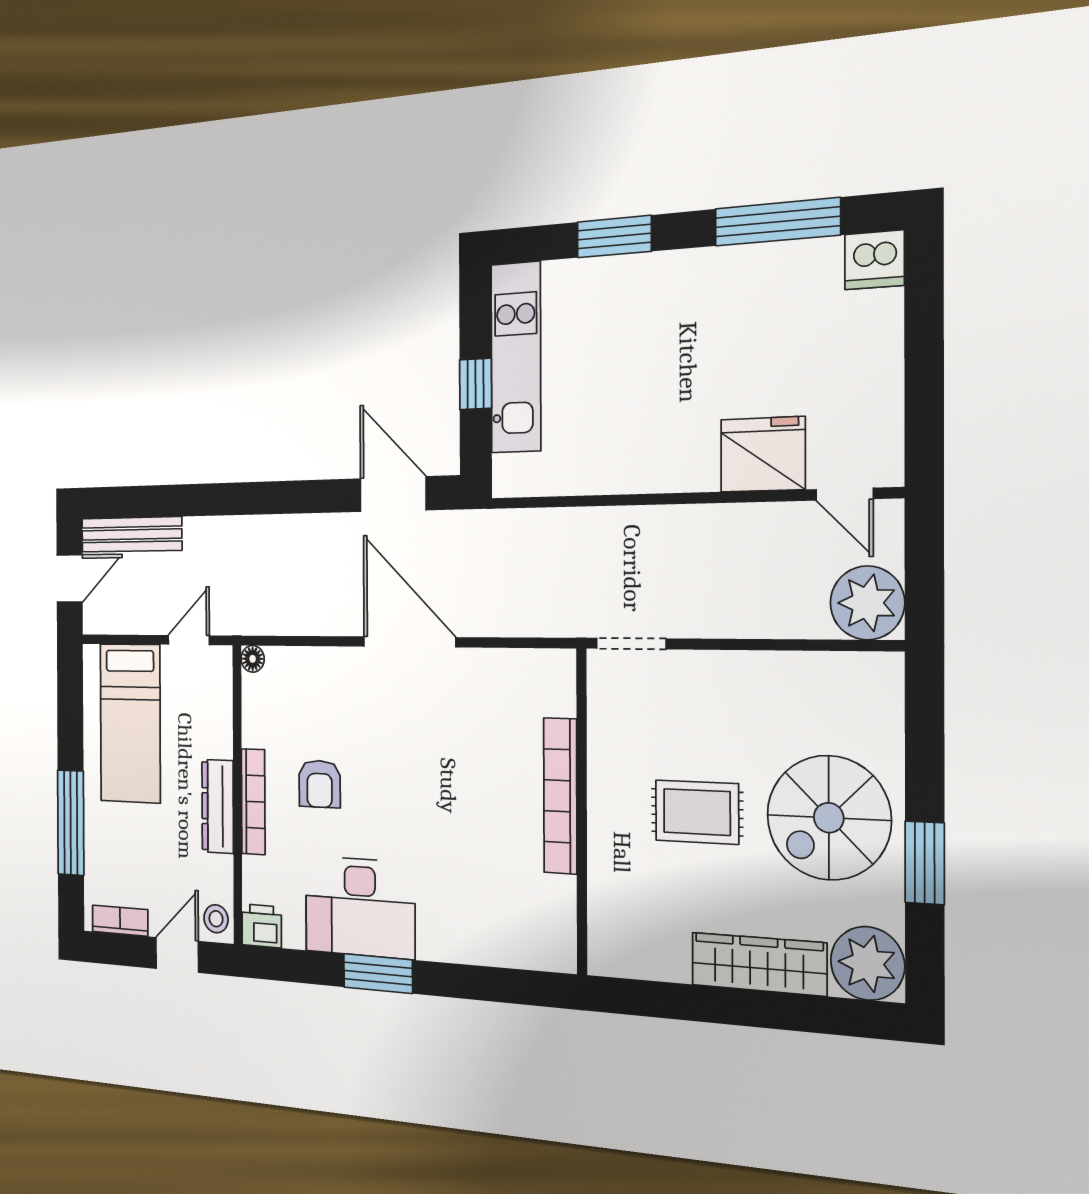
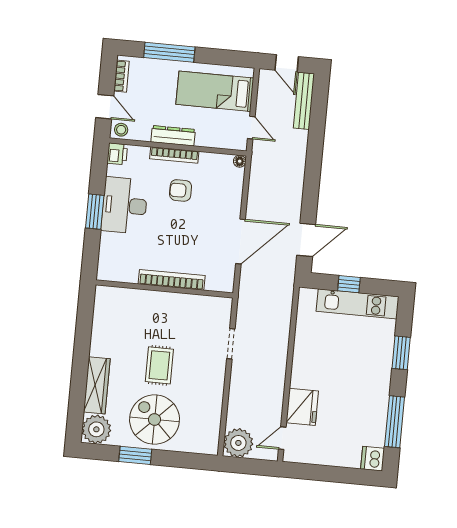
bookcase: (560, 796) -> (172, 280), moved
wall: (582, 812) -> (164, 289), moved

